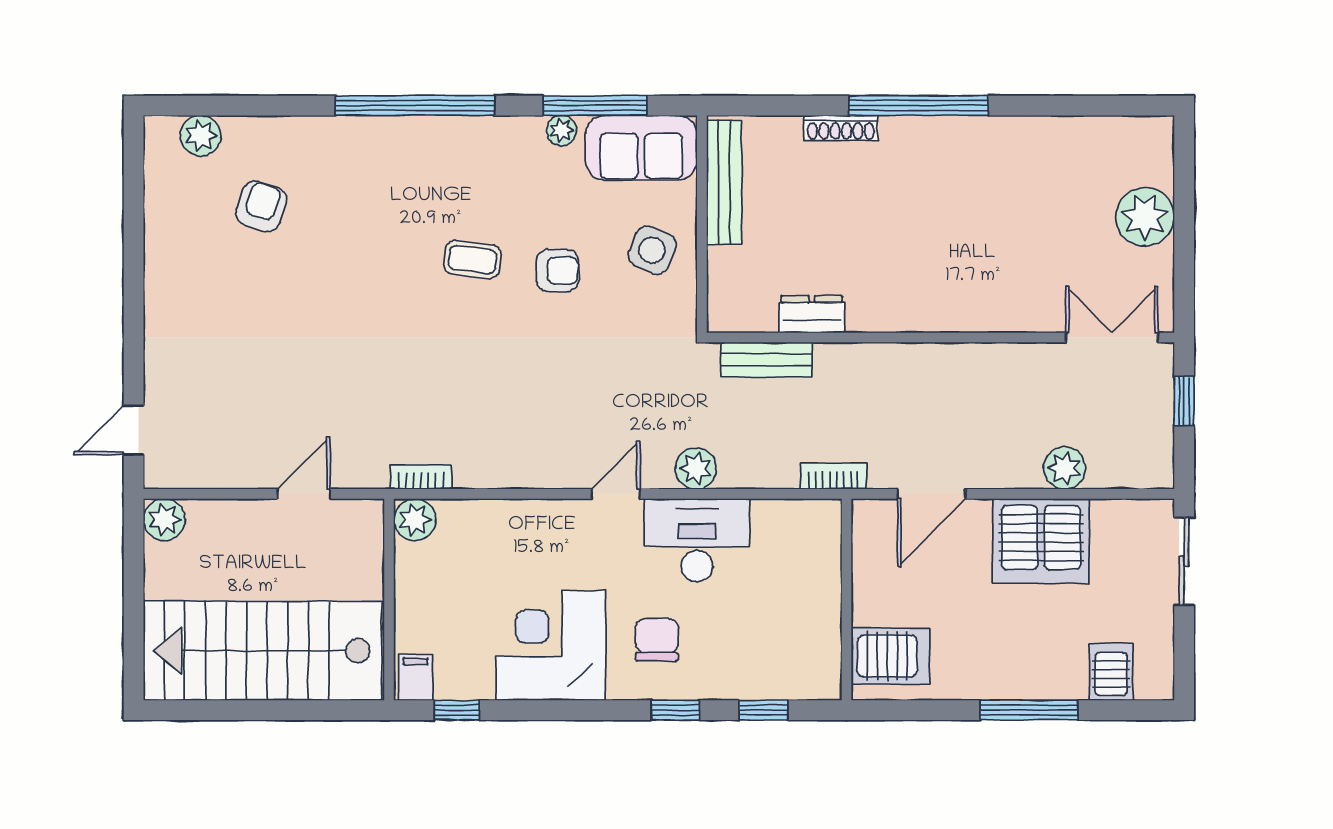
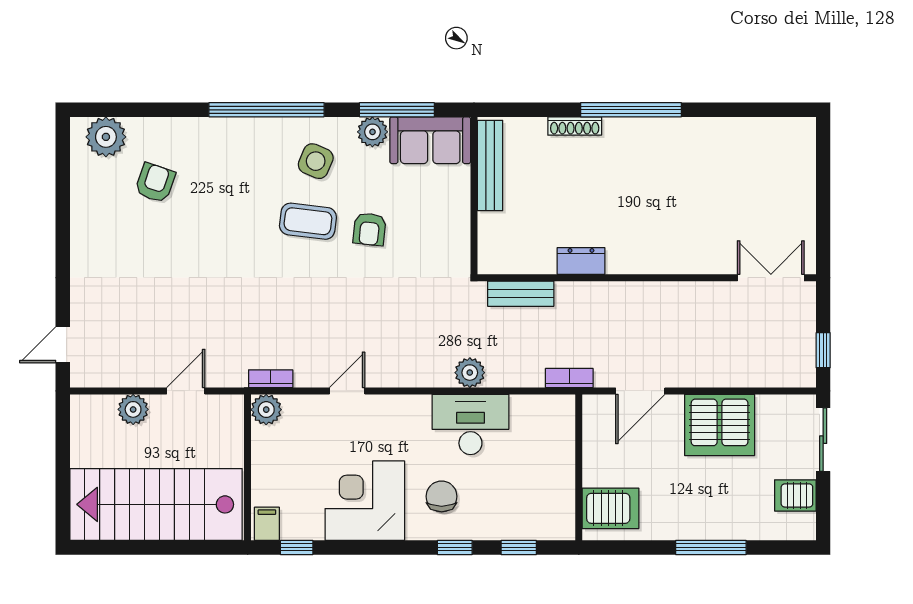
plant: (562, 130) -> (372, 132), width x1.38, depth x1.38
plant: (201, 136) -> (106, 137), width x1.36, depth x1.36
plant: (1145, 217) -> (795, 190), removed
side table: (652, 250) -> (316, 161), moved
coffee table: (472, 259) -> (308, 221), width x1.36, depth x1.30
armchair: (557, 270) -> (369, 229), turned 96
dresser: (812, 314) -> (581, 261), moved
window: (1184, 401) -> (823, 350), moved
plant: (1064, 468) -> (737, 372), removed
door: (616, 494) -> (347, 391), moved
plant: (164, 520) -> (133, 409), moved
server rack: (1111, 672) -> (795, 495), moved, turned -90

